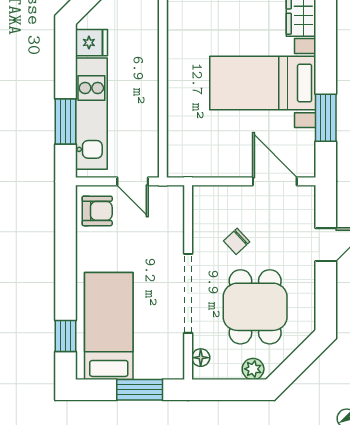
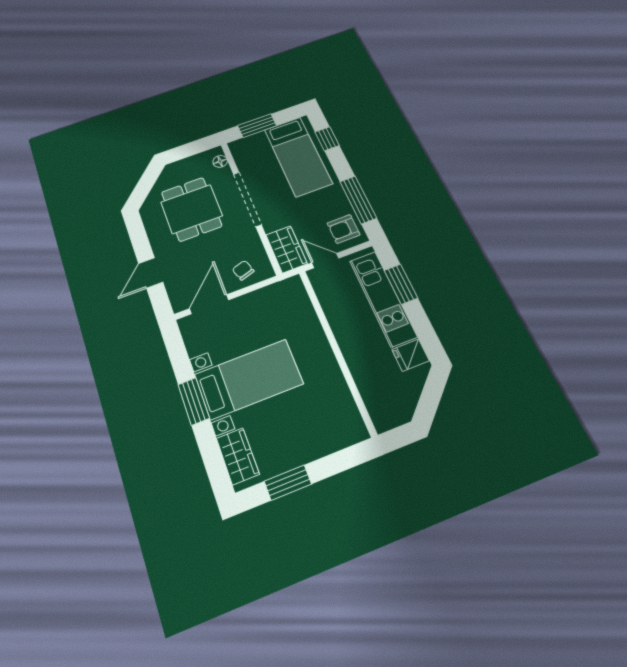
window: (326, 118) -> (194, 401), moved
door: (275, 181) -> (209, 304), swing flipped
wardrobe: (169, 212) -> (286, 249), added
window: (66, 240) -> (358, 200), added
chair: (237, 241) -> (243, 270), moved, turned -64
plant: (253, 369) -> (178, 168), removed

